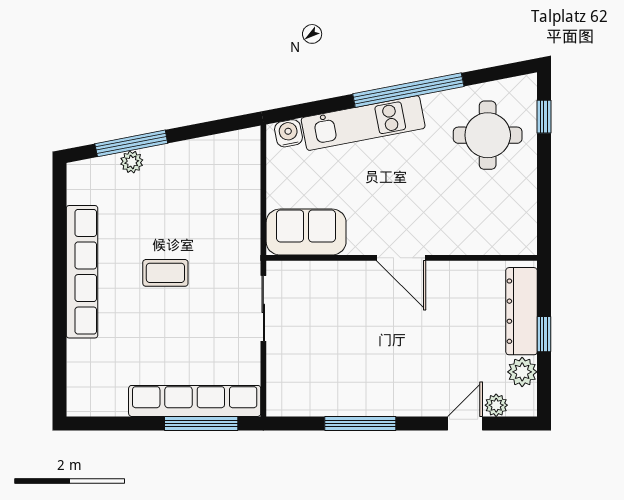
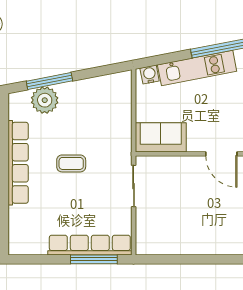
plant: (132, 162) -> (45, 100), width x1.88, depth x1.88
window: (360, 423) -> (195, 259), removed

